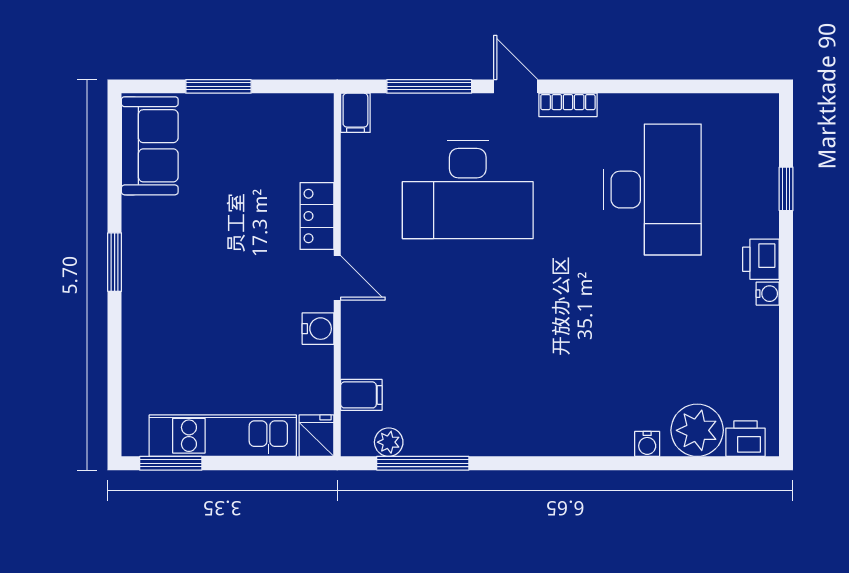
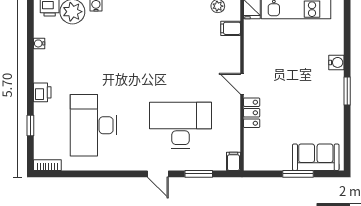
window: (429, 86) -> (199, 174), width x0.69
bookcase: (568, 105) -> (47, 165), moved
sofa: (150, 146) -> (316, 157), moved, turned 90
water cooler: (768, 294) -> (39, 43), moved
water cooler: (318, 329) -> (336, 62), moved, turned 180

